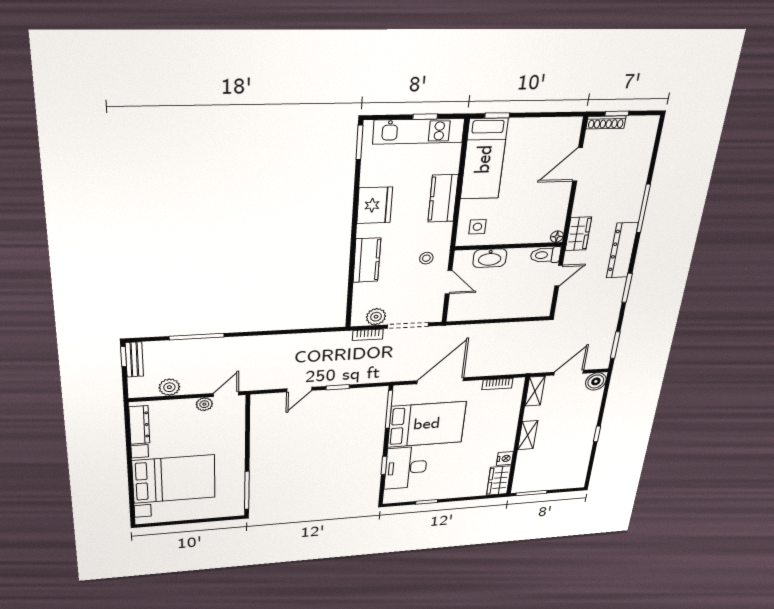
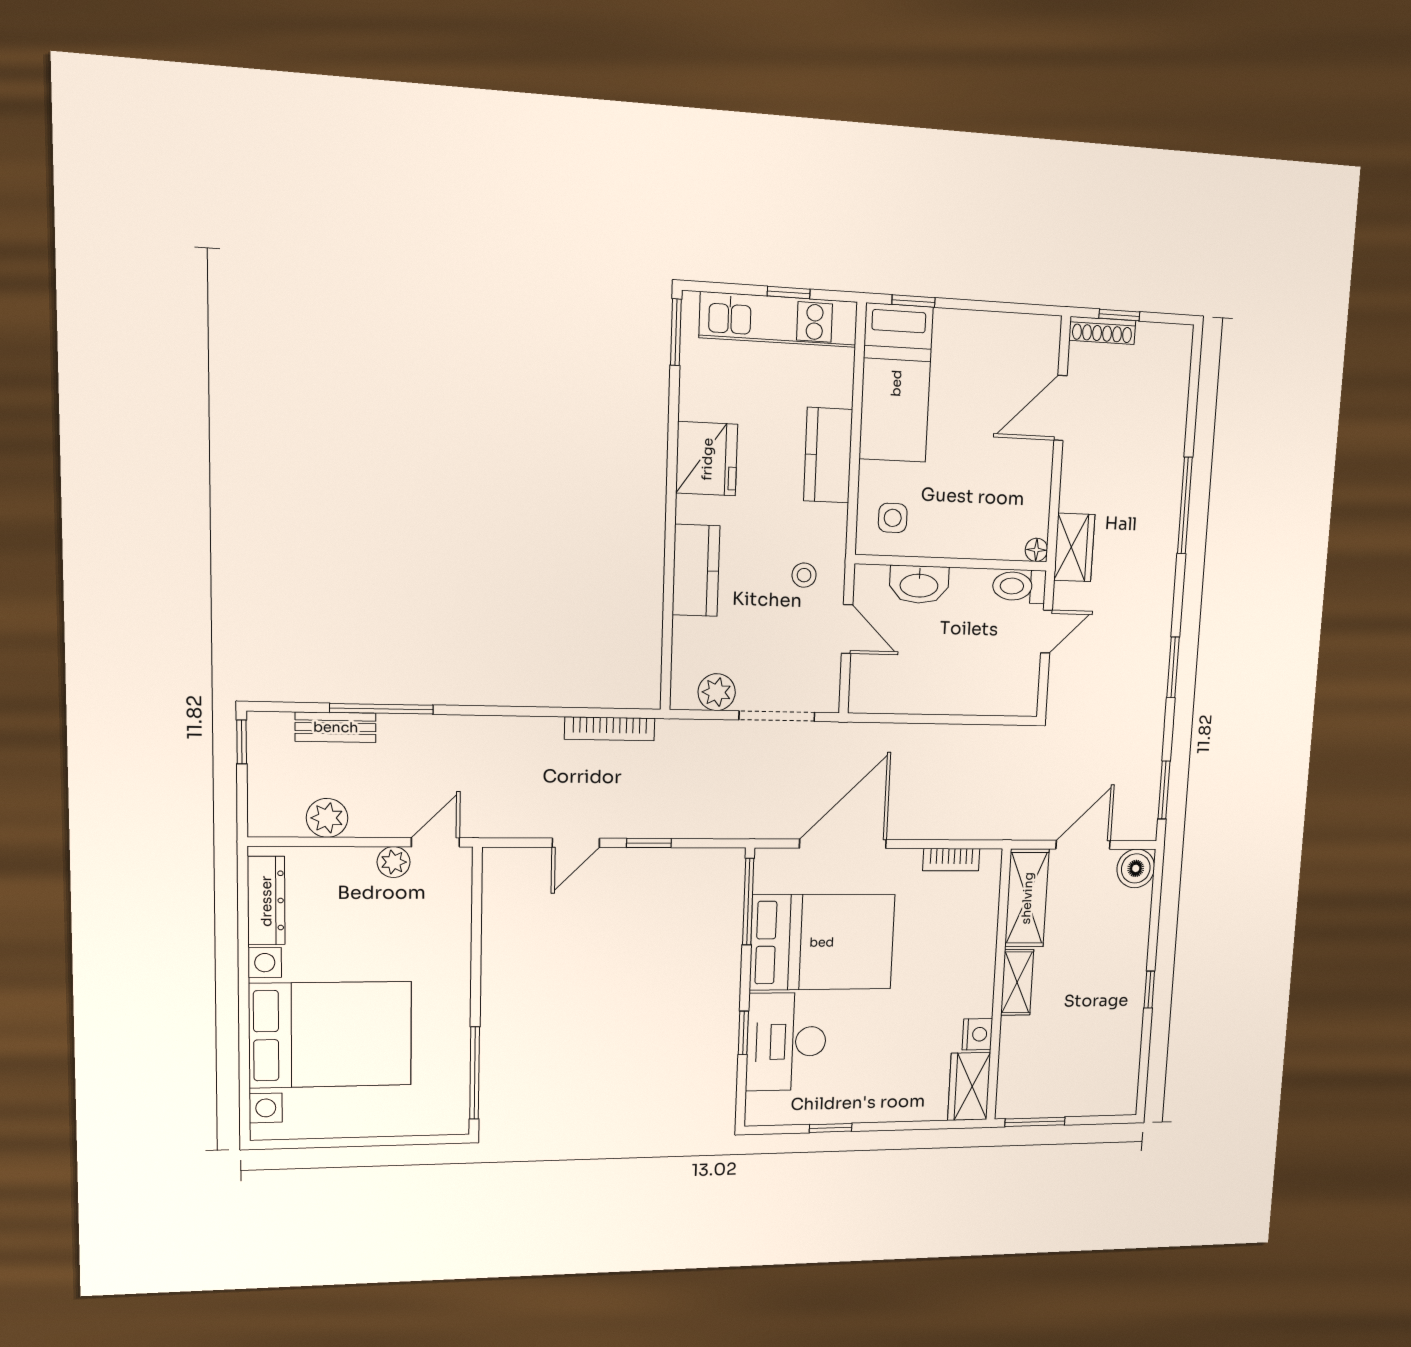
dresser: (622, 250) -> (1156, 588), removed
bookcase: (368, 335) -> (610, 729), moved, width x1.56
bench: (134, 359) -> (336, 727), moved, turned 90
shelving: (535, 391) -> (1027, 898), width x1.50, depth x1.33

